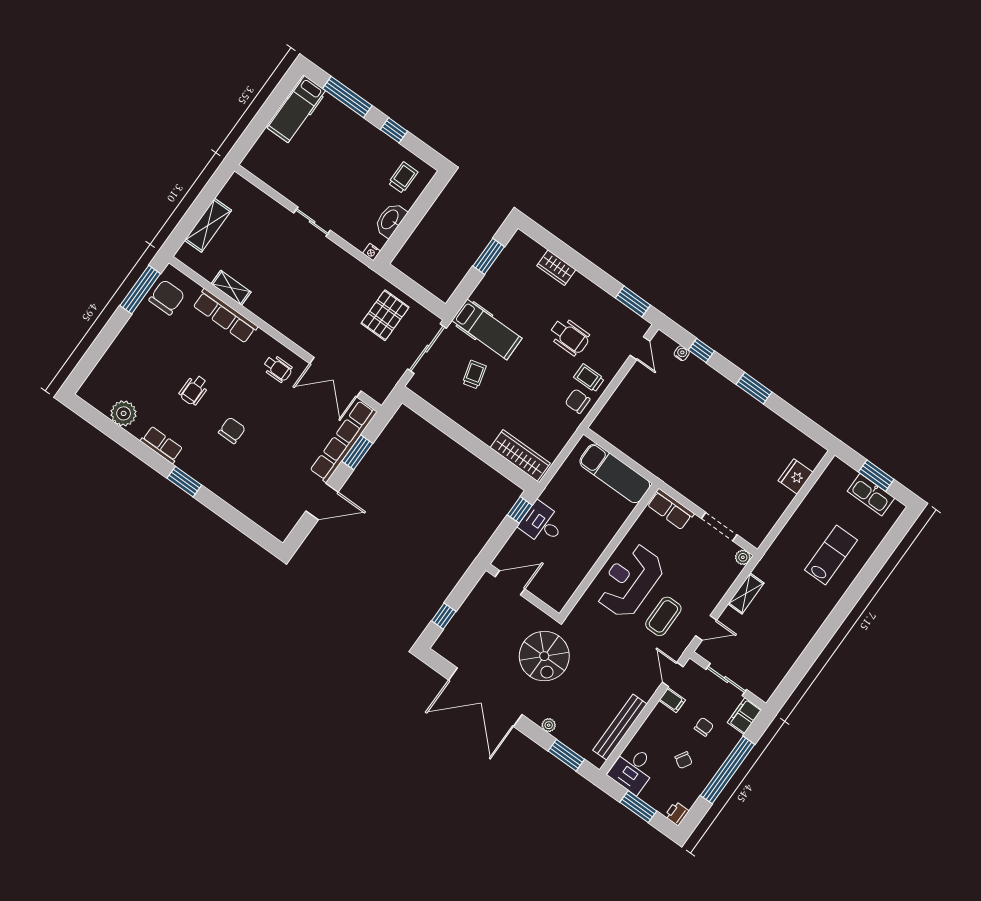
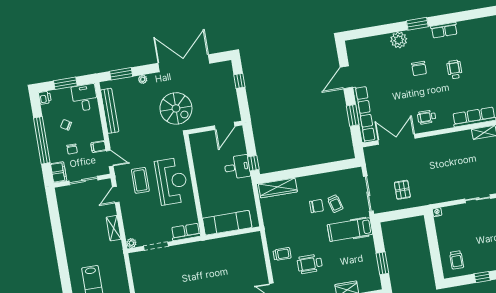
washbasin: (390, 220) -> (443, 235), removed
pallet: (385, 315) -> (402, 190), width x0.67, depth x0.71
chair: (577, 401) -> (316, 206), moved
plant: (124, 413) -> (399, 40), moved
spiral stairs: (544, 656) -> (176, 108), turned 180

